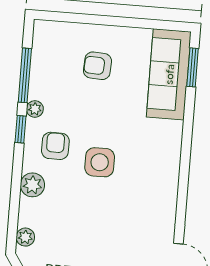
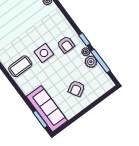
armchair: (97, 66) -> (76, 89), turned 147
coffee table: (153, 174) -> (20, 66), added
plant: (32, 185) -> (91, 62), moved

